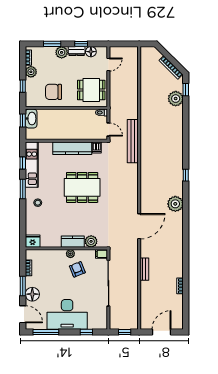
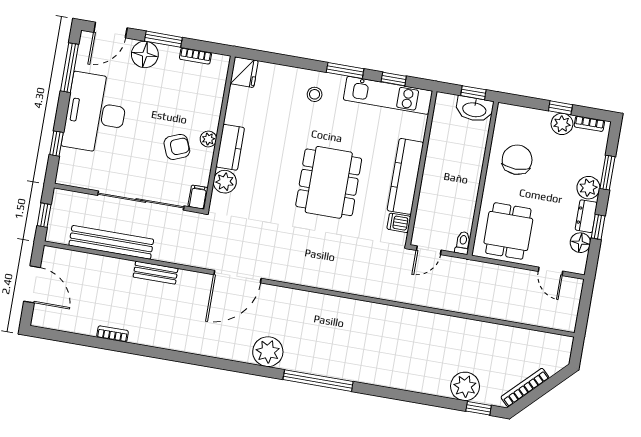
window: (23, 86) -> (560, 108), moved
bench: (133, 141) -> (111, 242), moved
window: (186, 175) -> (318, 381), width x3.17
door: (139, 226) -> (238, 277), hinge flipped

